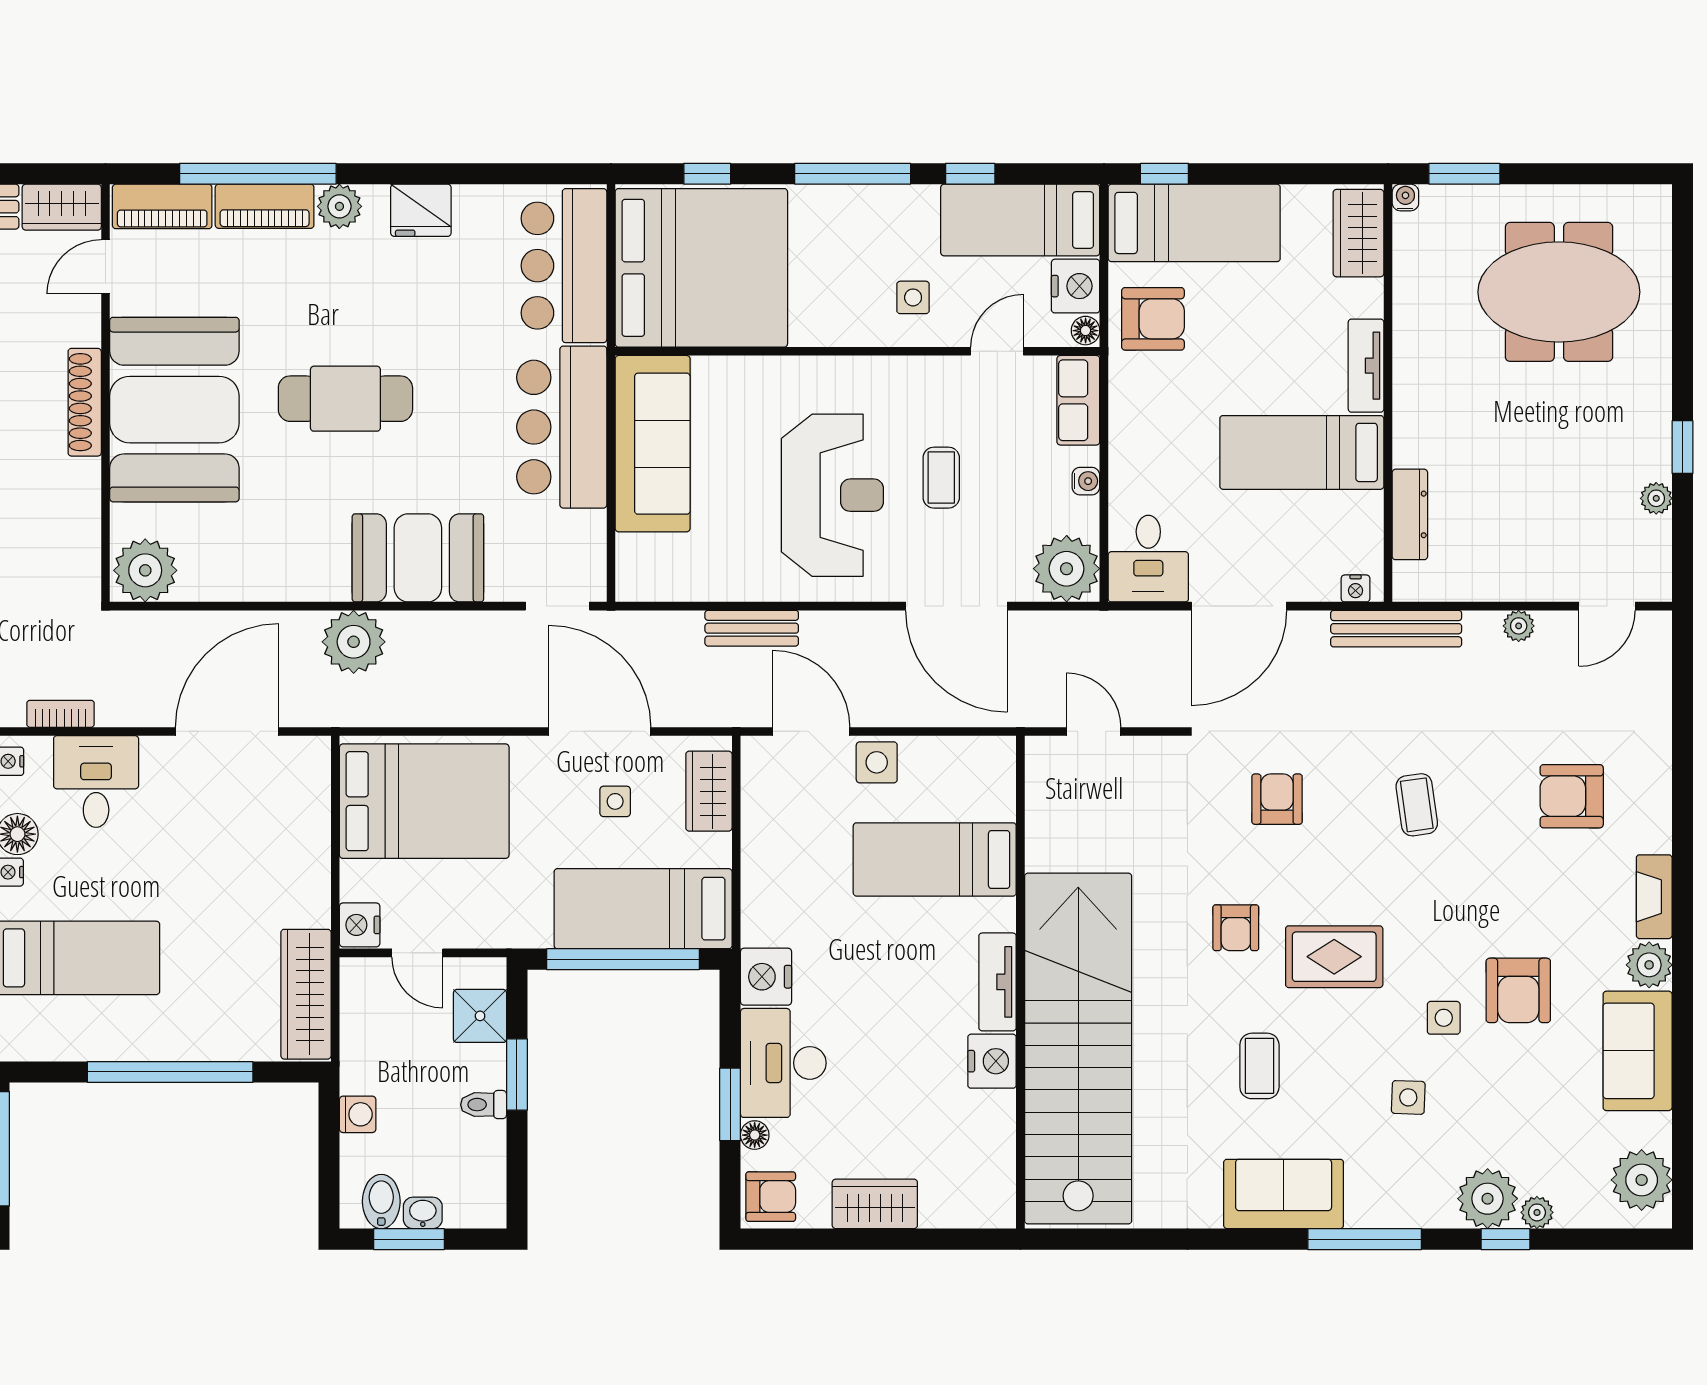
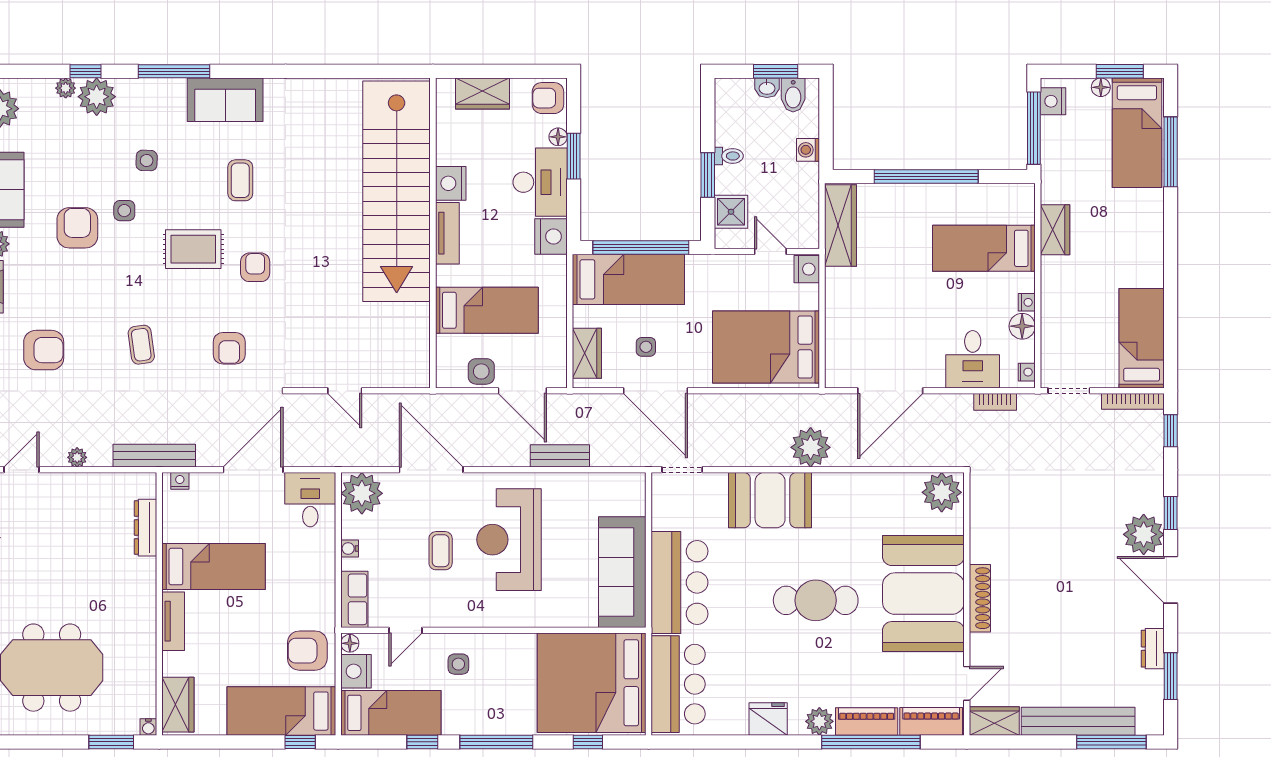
bed: (935, 859) -> (487, 310), moved
tv unit: (997, 982) -> (447, 233), moved
wall: (1020, 982) -> (433, 233), moved
stairs: (1078, 1049) -> (397, 191), moved
nightstand: (992, 1061) -> (451, 183), moved

